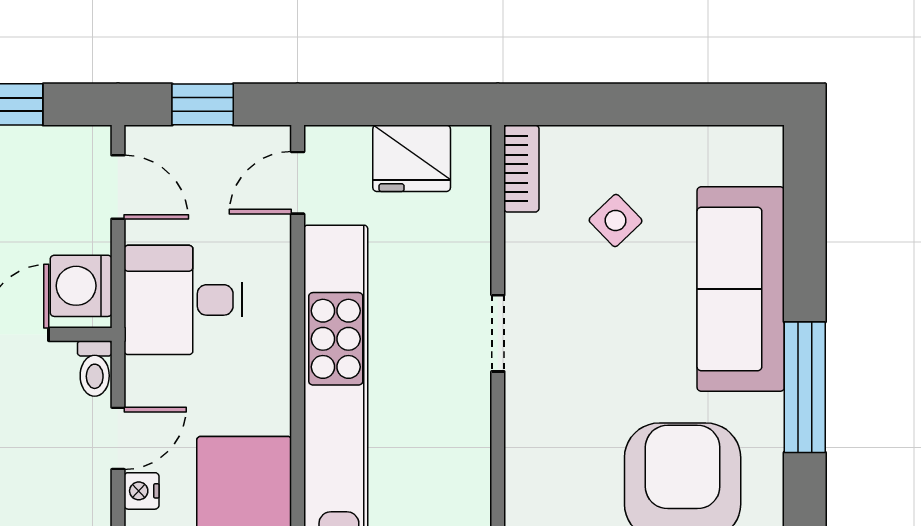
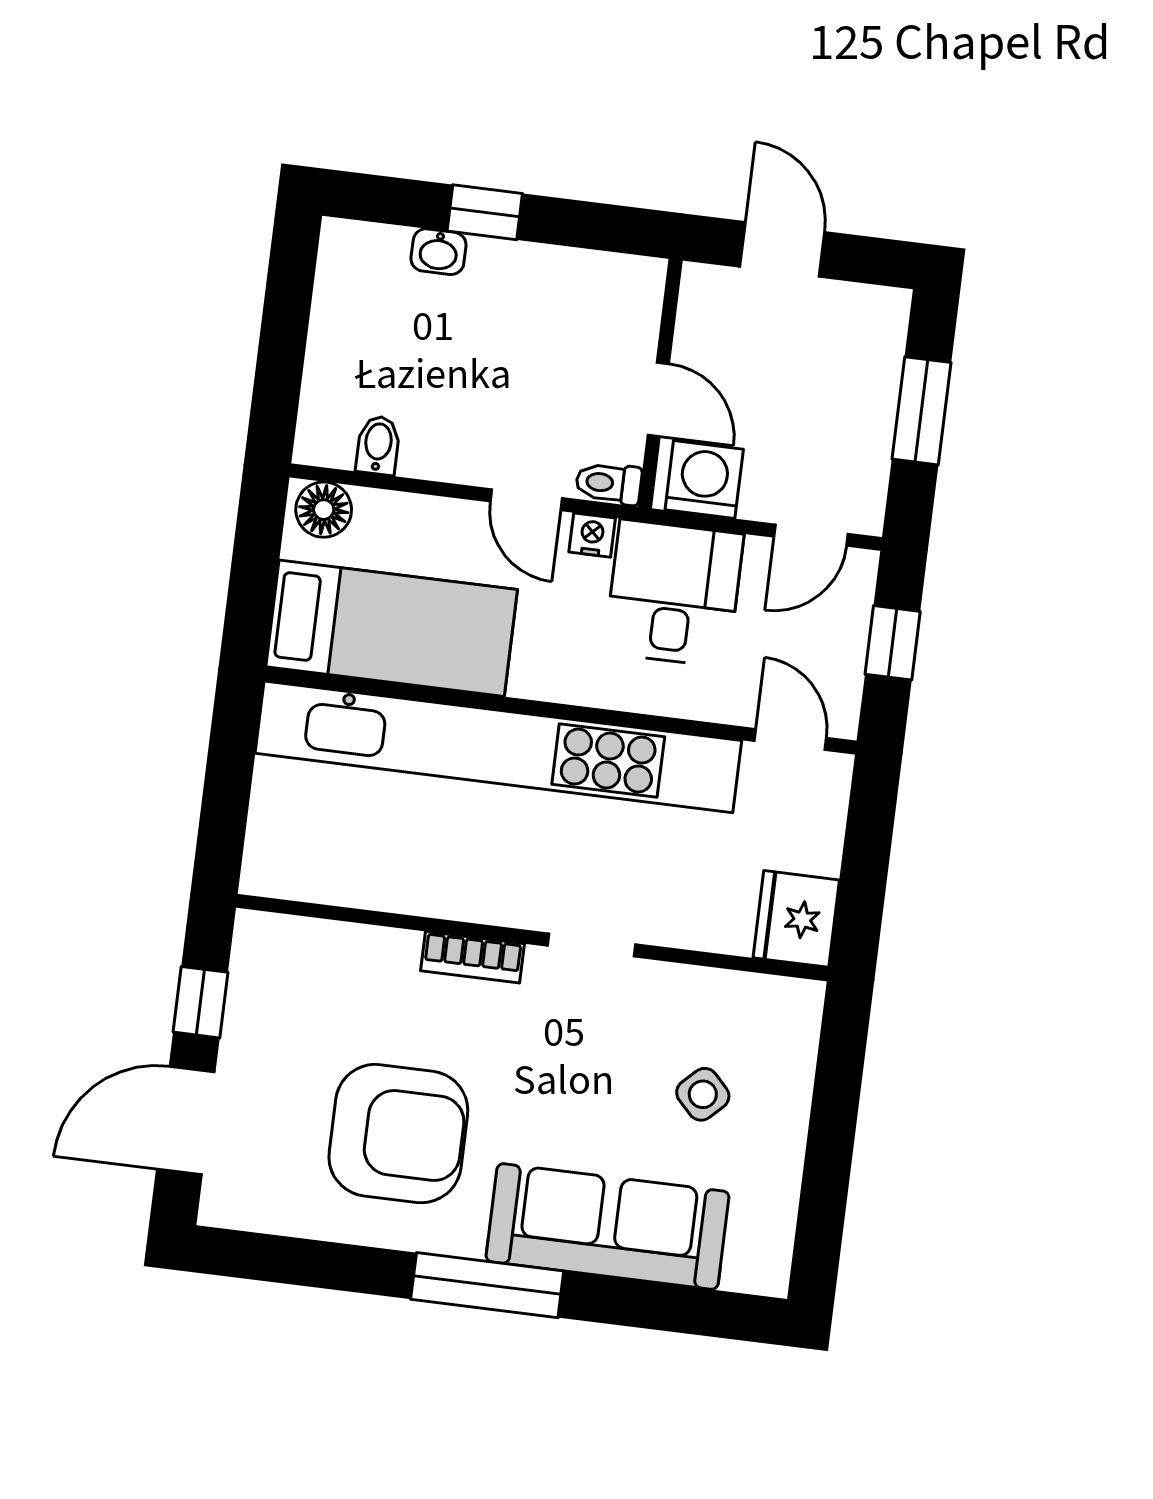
fridge: (412, 158) -> (796, 919), moved
bookcase: (521, 169) -> (472, 957), moved
nightstand: (141, 491) -> (592, 535), moved

